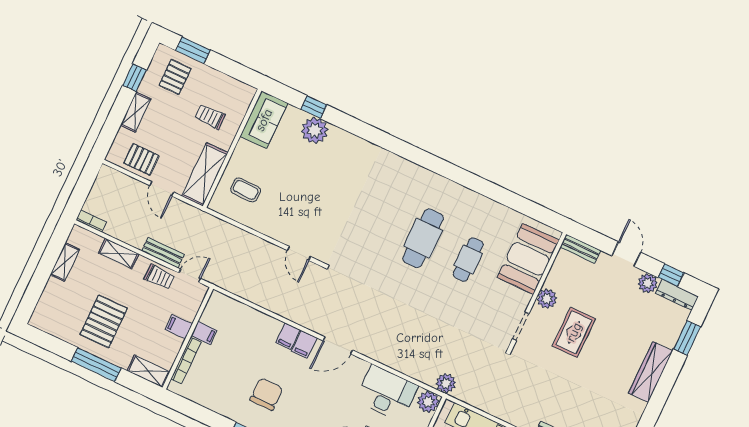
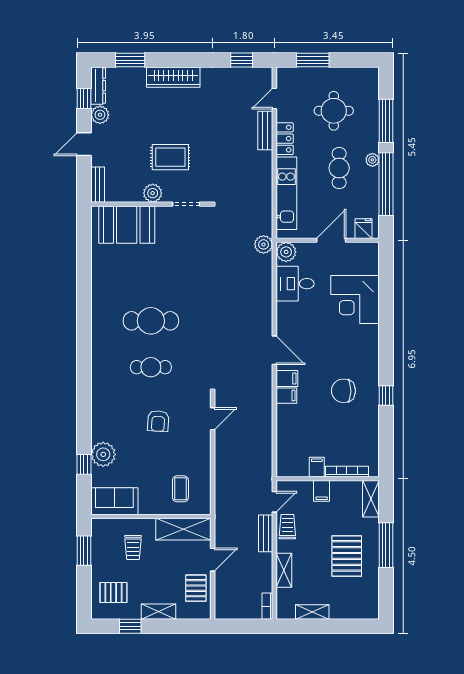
window: (193, 50) -> (84, 551), moved
armchair: (322, 199) -> (158, 421), added
cafe table: (468, 260) -> (151, 367), moved
door: (190, 276) -> (274, 502), swing flipped
pallet: (104, 321) -> (347, 556), turned 90
desk: (387, 393) -> (295, 284), width x0.73

